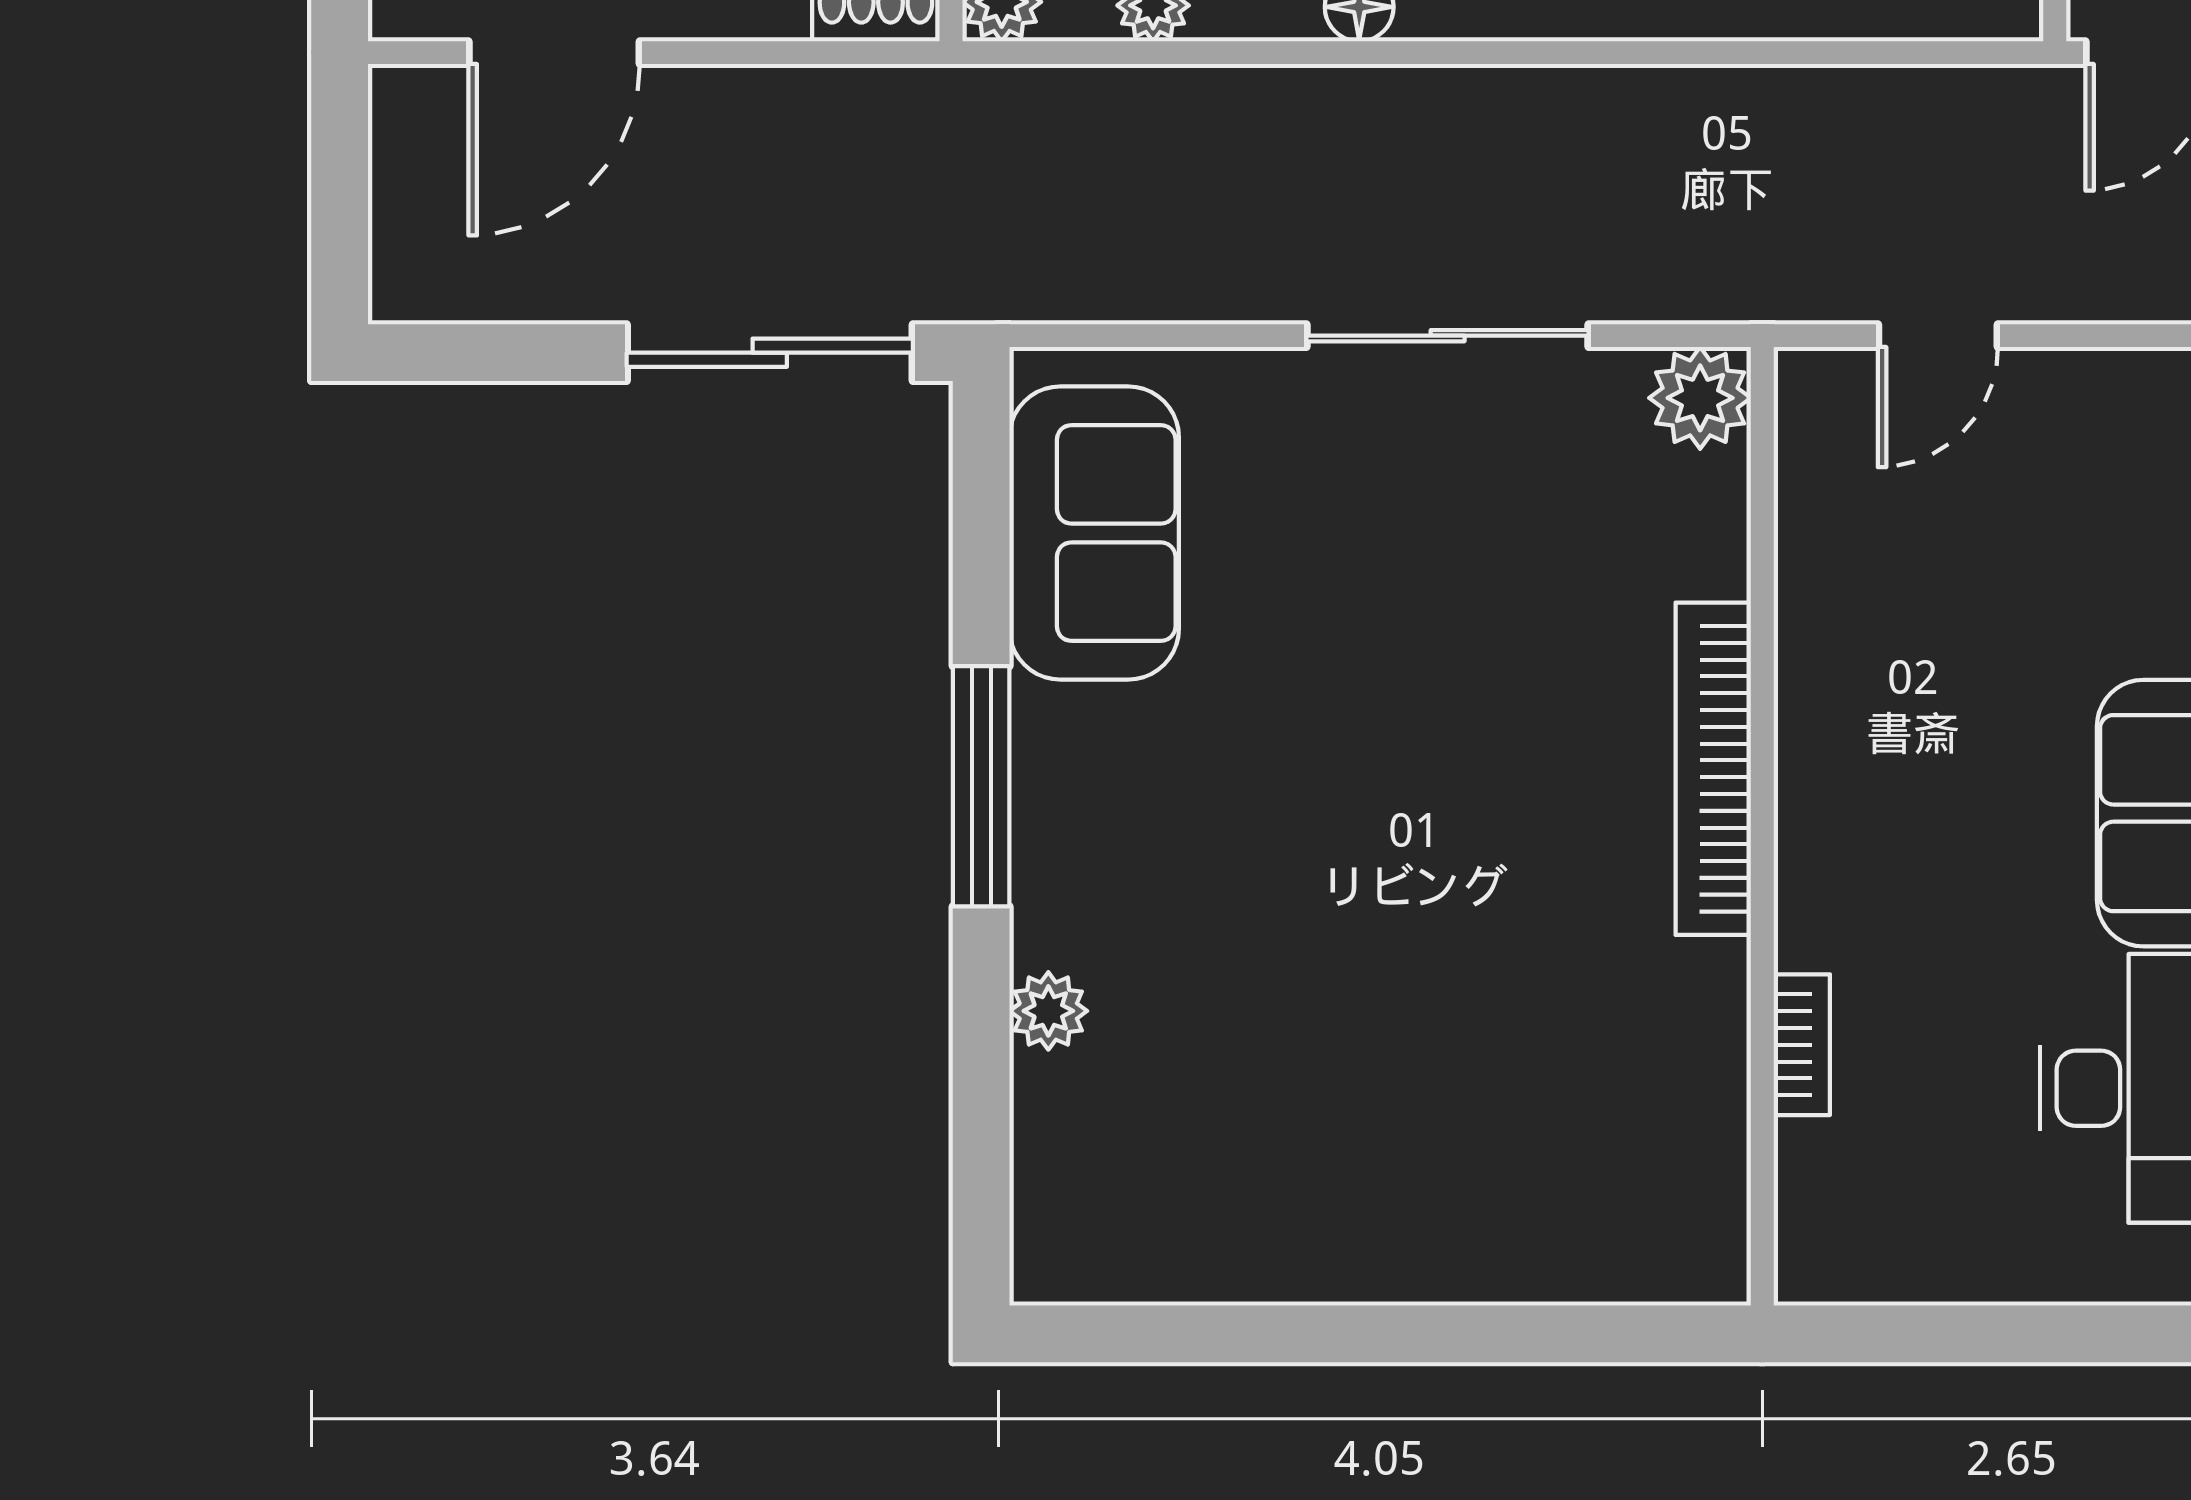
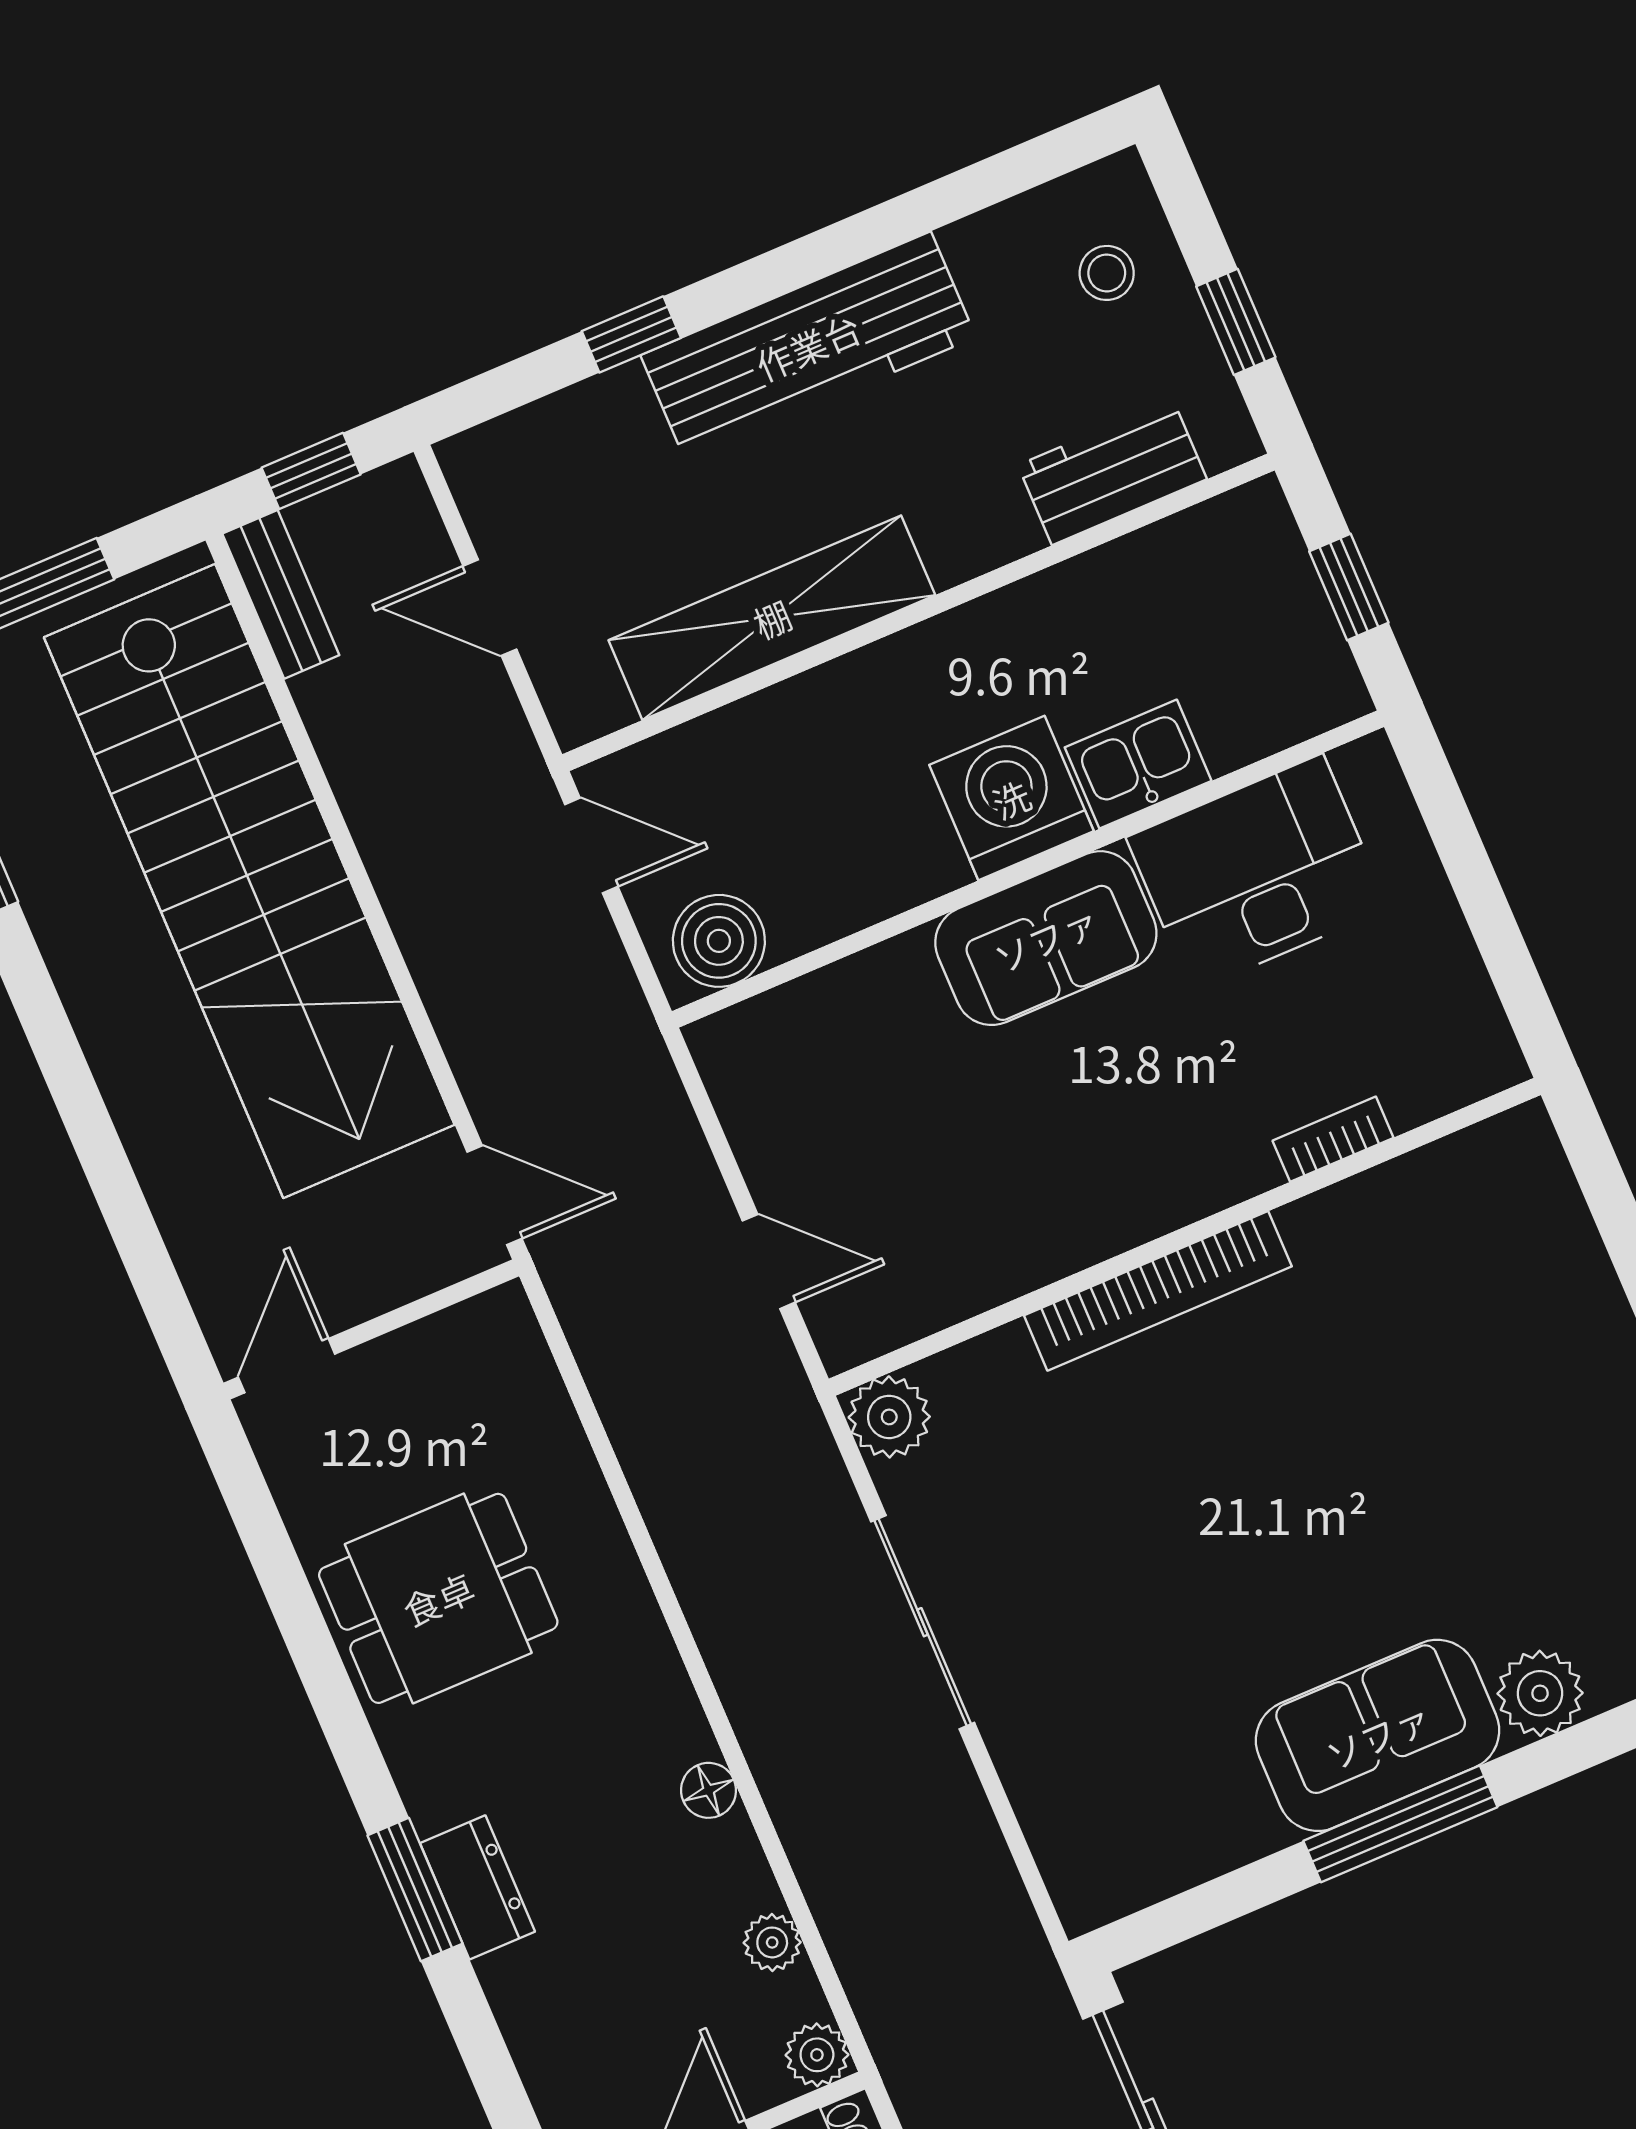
sofa: (1094, 533) -> (1378, 1735), moved
plant: (1048, 1011) -> (1540, 1693), width x1.38, depth x1.38

